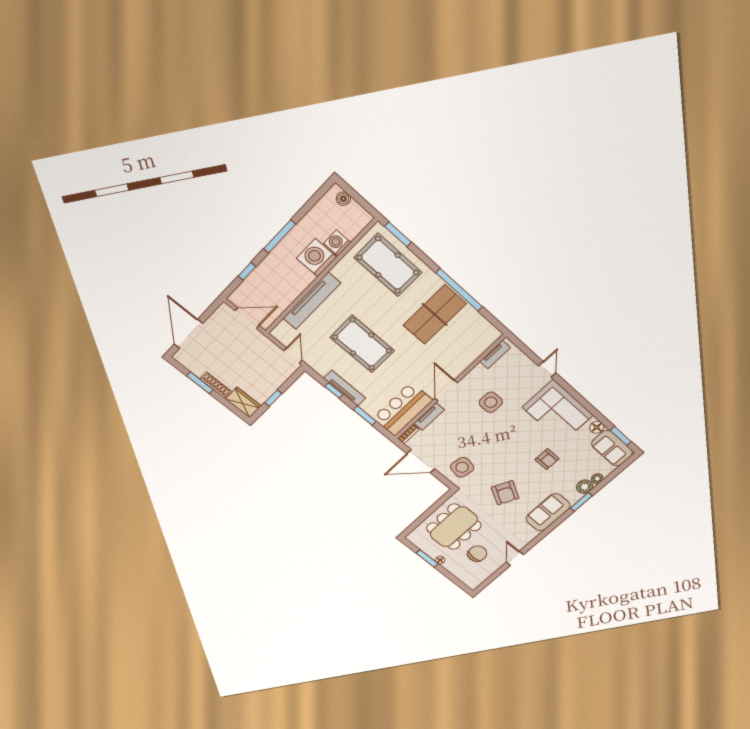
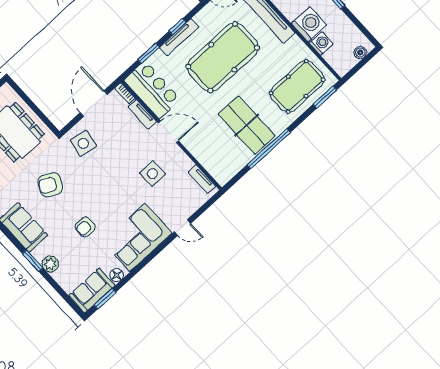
pool table: (362, 344) -> (223, 57), width x1.36, depth x1.32
plant: (597, 479) -> (59, 276), removed

